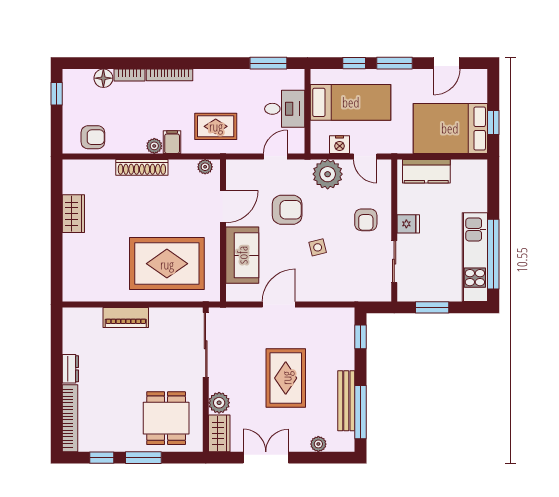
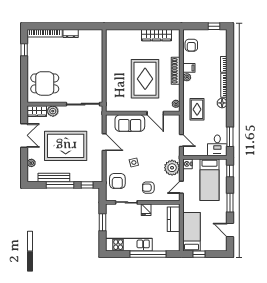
window: (354, 63) -> (230, 171), moved
floor lamp: (103, 78) -> (222, 103), moved
desk: (285, 109) -> (217, 145), moved
bed: (450, 128) -> (192, 232), width x0.67
filing cabinet: (172, 142) -> (189, 68), moved
nightstand: (340, 145) -> (188, 164), moved
armchair: (287, 210) -> (117, 181), moved
wardrobe: (73, 214) -> (156, 35), width x1.50
window: (493, 254) -> (148, 254), moved
rug: (167, 264) -> (145, 79), moved
piano: (126, 318) -> (97, 62), removed
rug: (286, 378) -> (66, 146), width x1.37, depth x1.44
window: (361, 412) -> (60, 185), moved
window: (143, 458) -> (24, 72), removed

